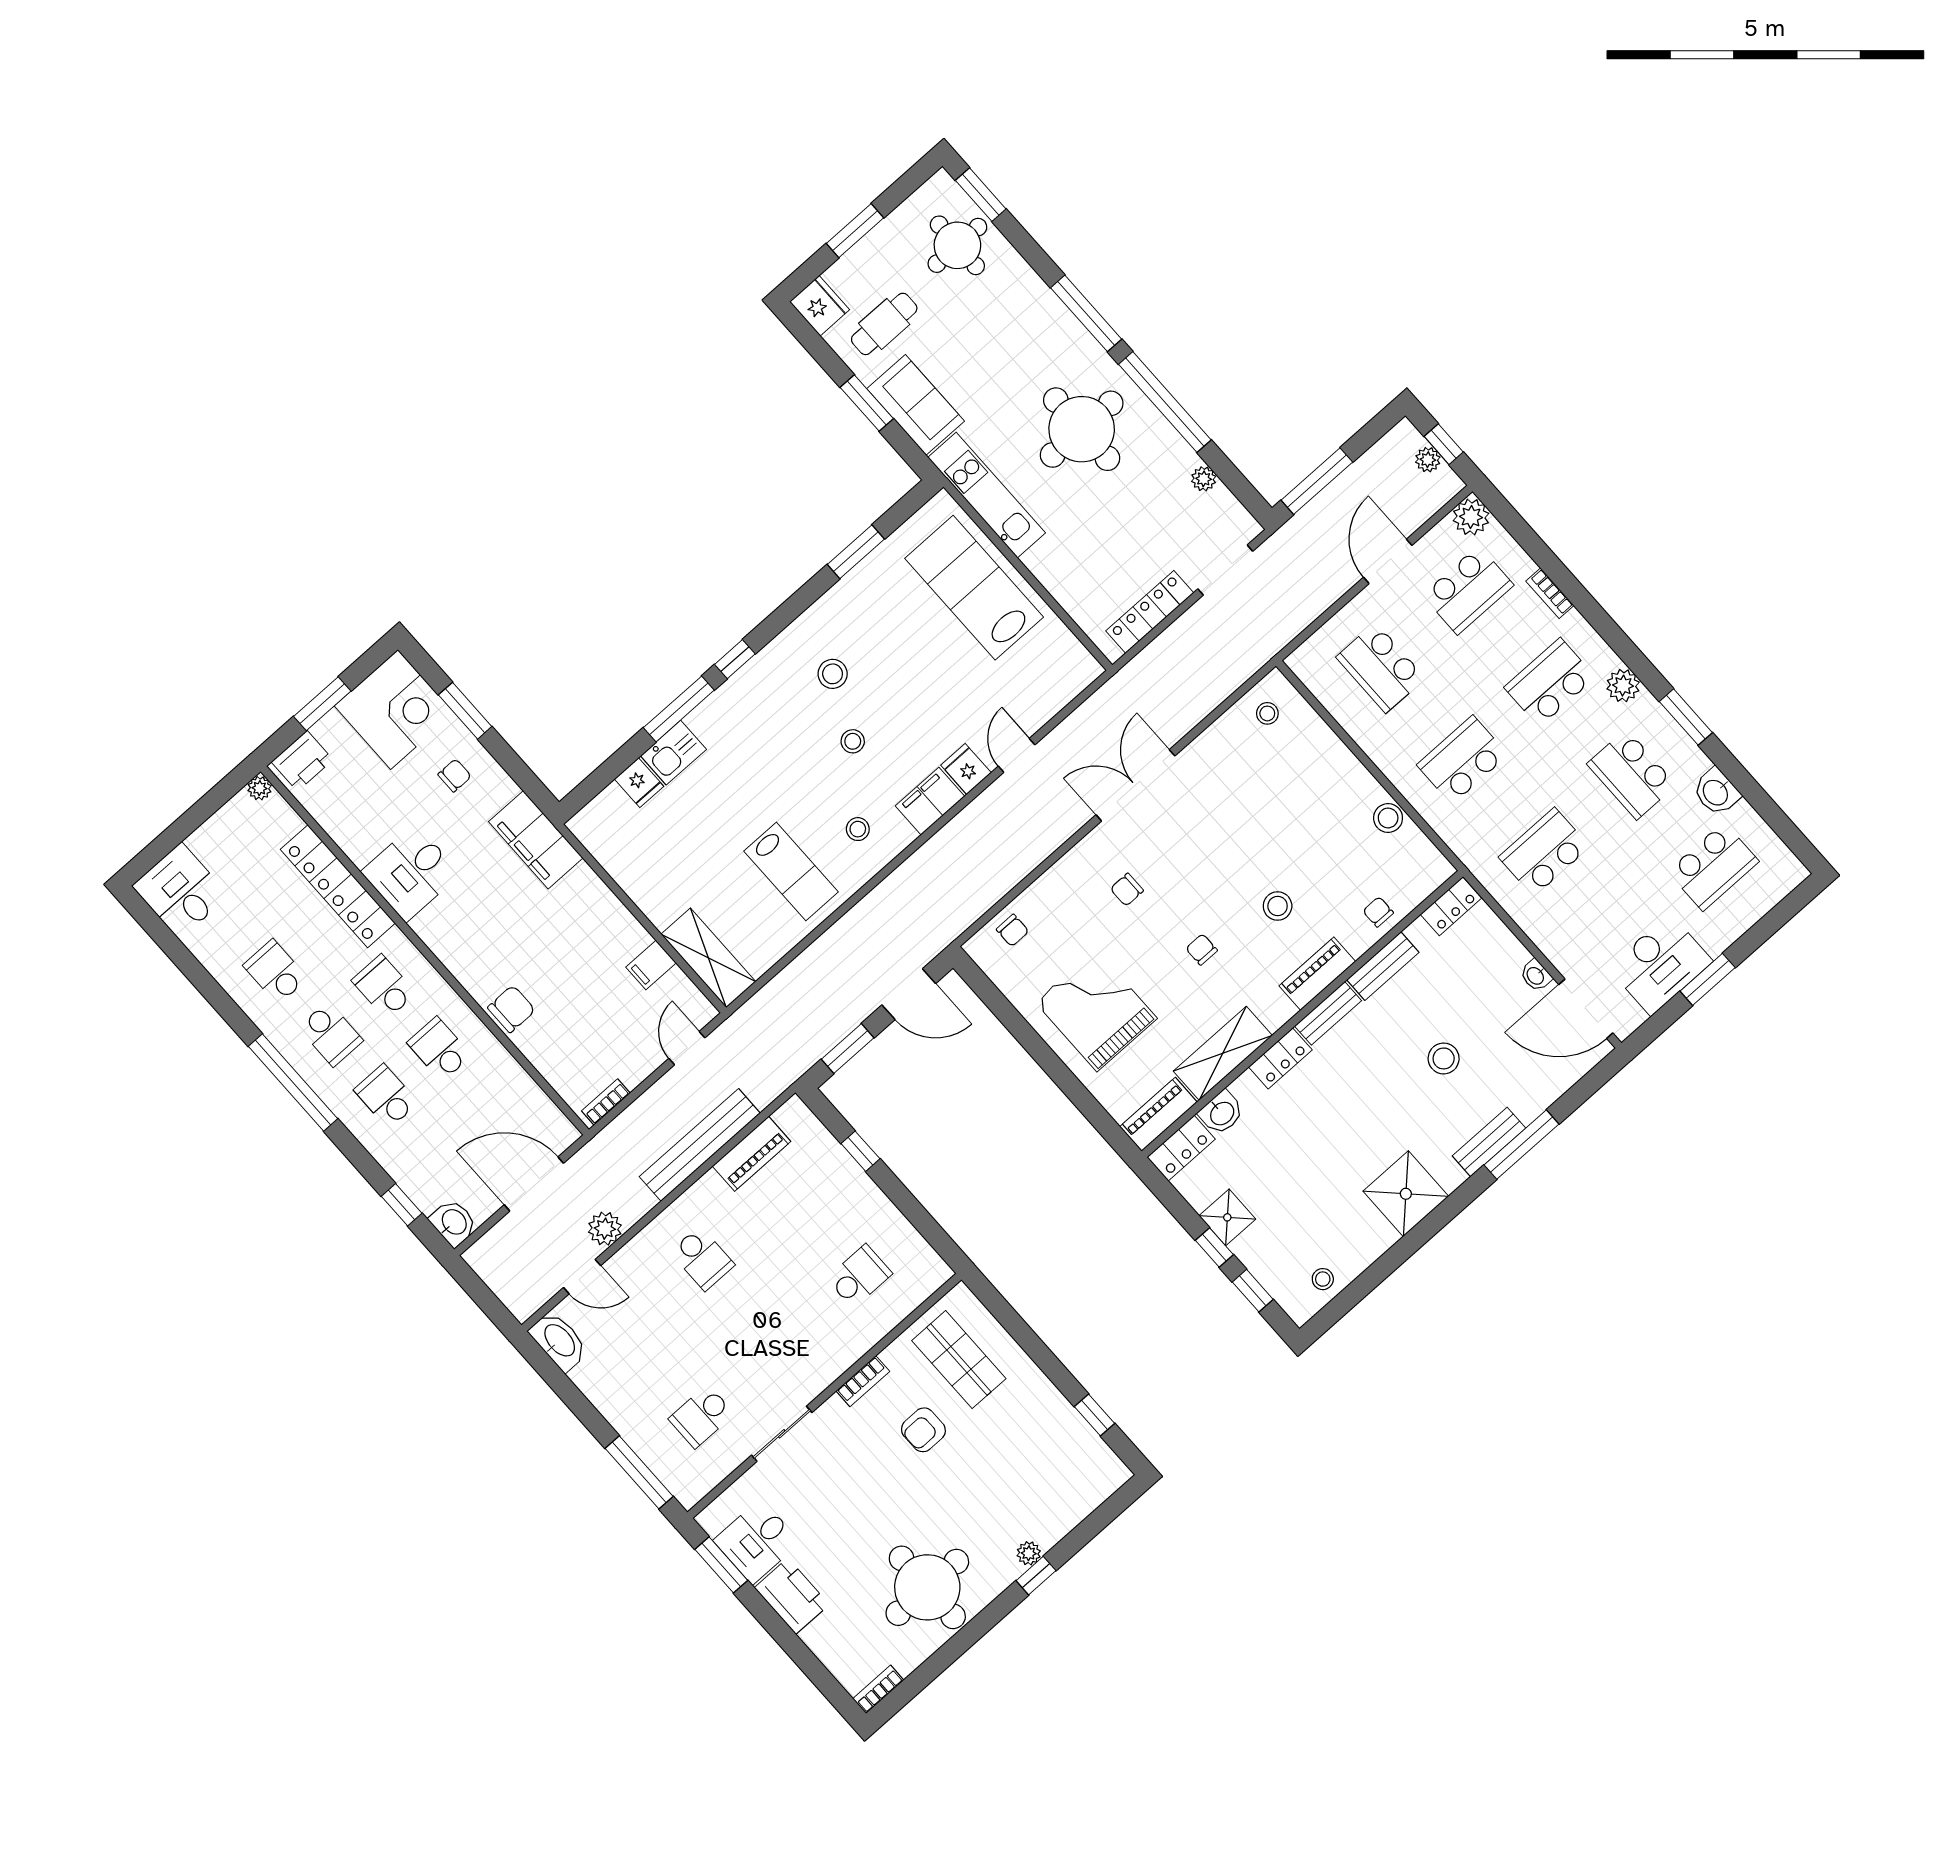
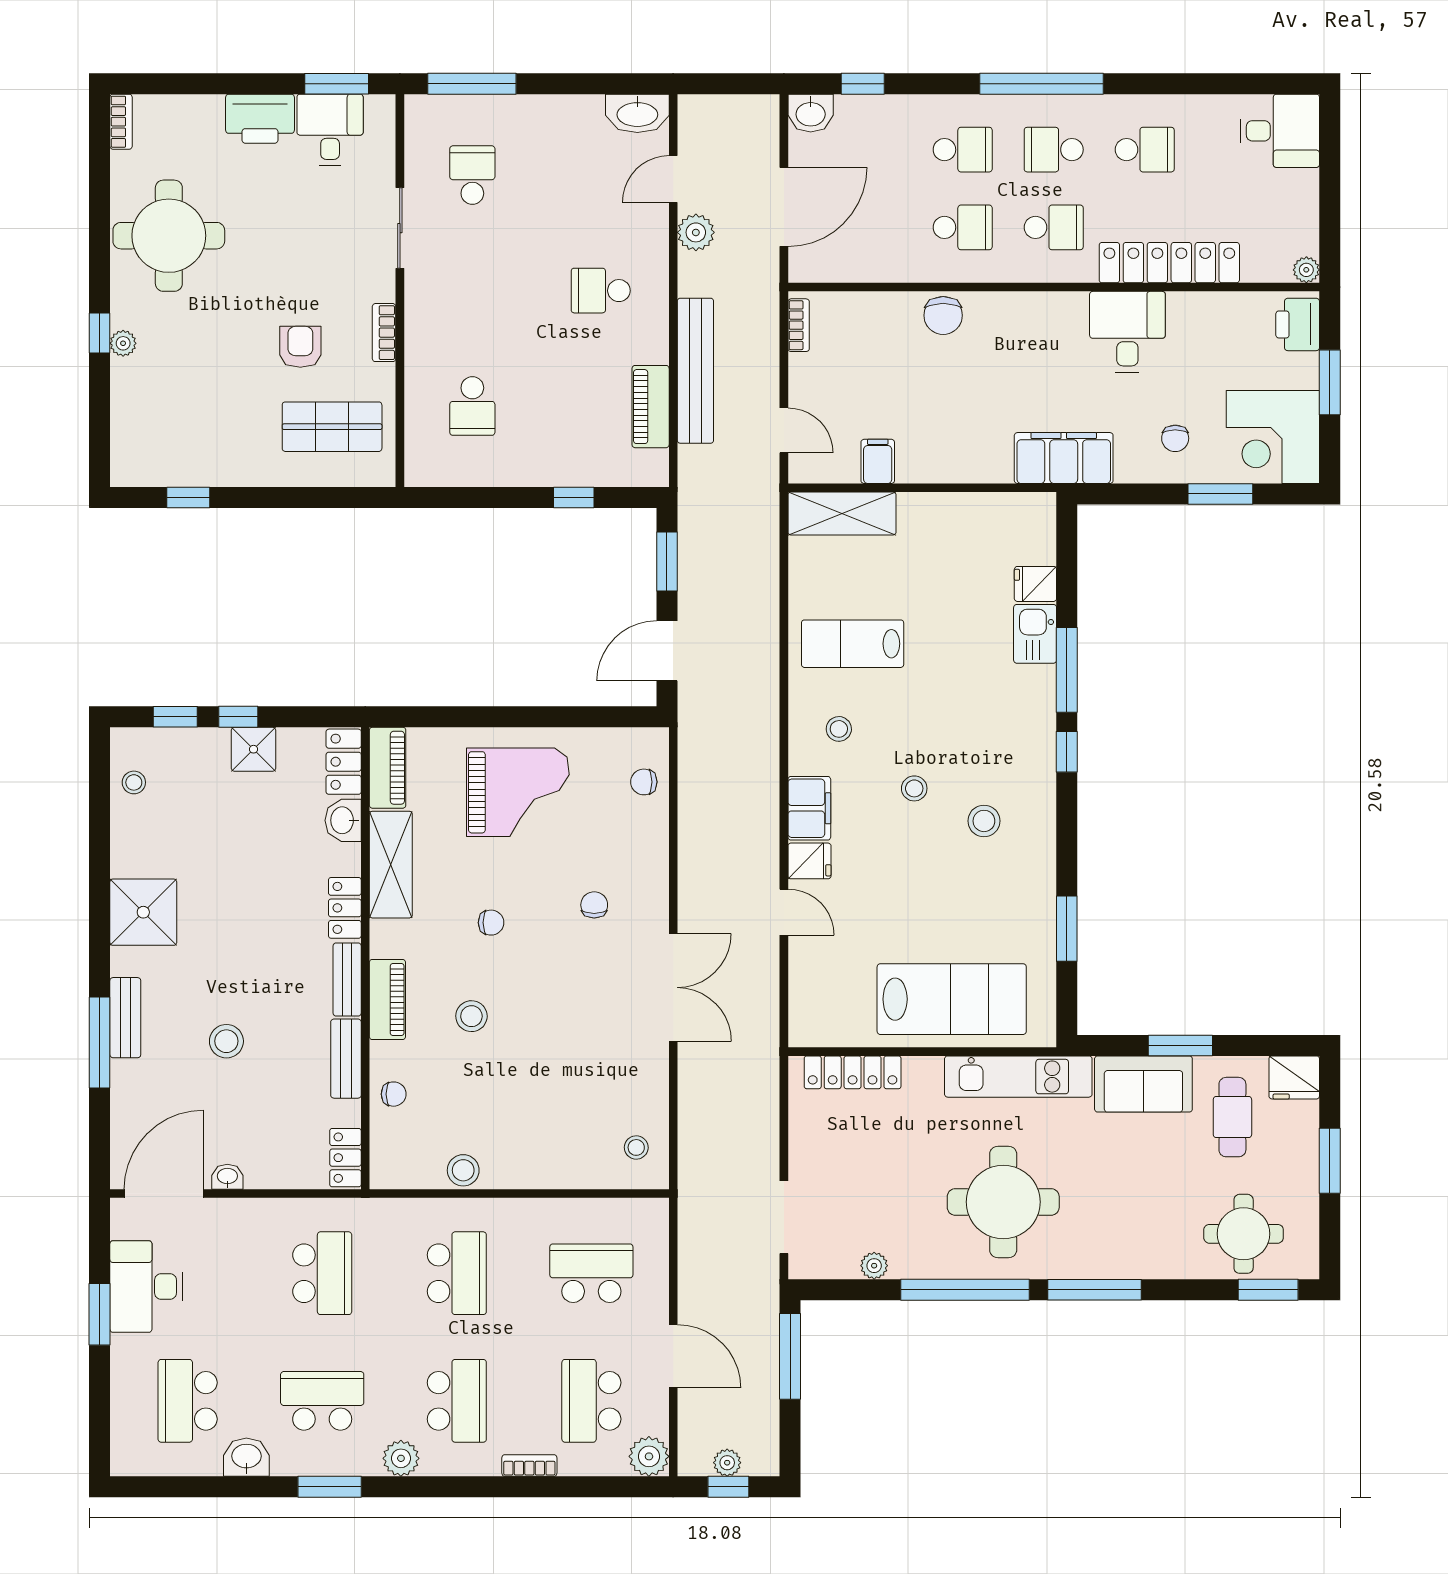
locker: (1150, 612) -> (853, 1072), moved, turned 90

